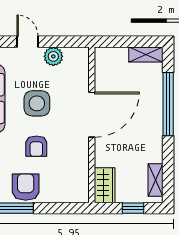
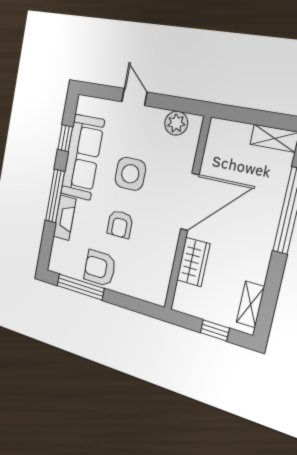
plant: (53, 56) -> (176, 123), moved
wardrobe: (105, 185) -> (193, 262), moved
armchair: (26, 187) -> (100, 268), turned -90

